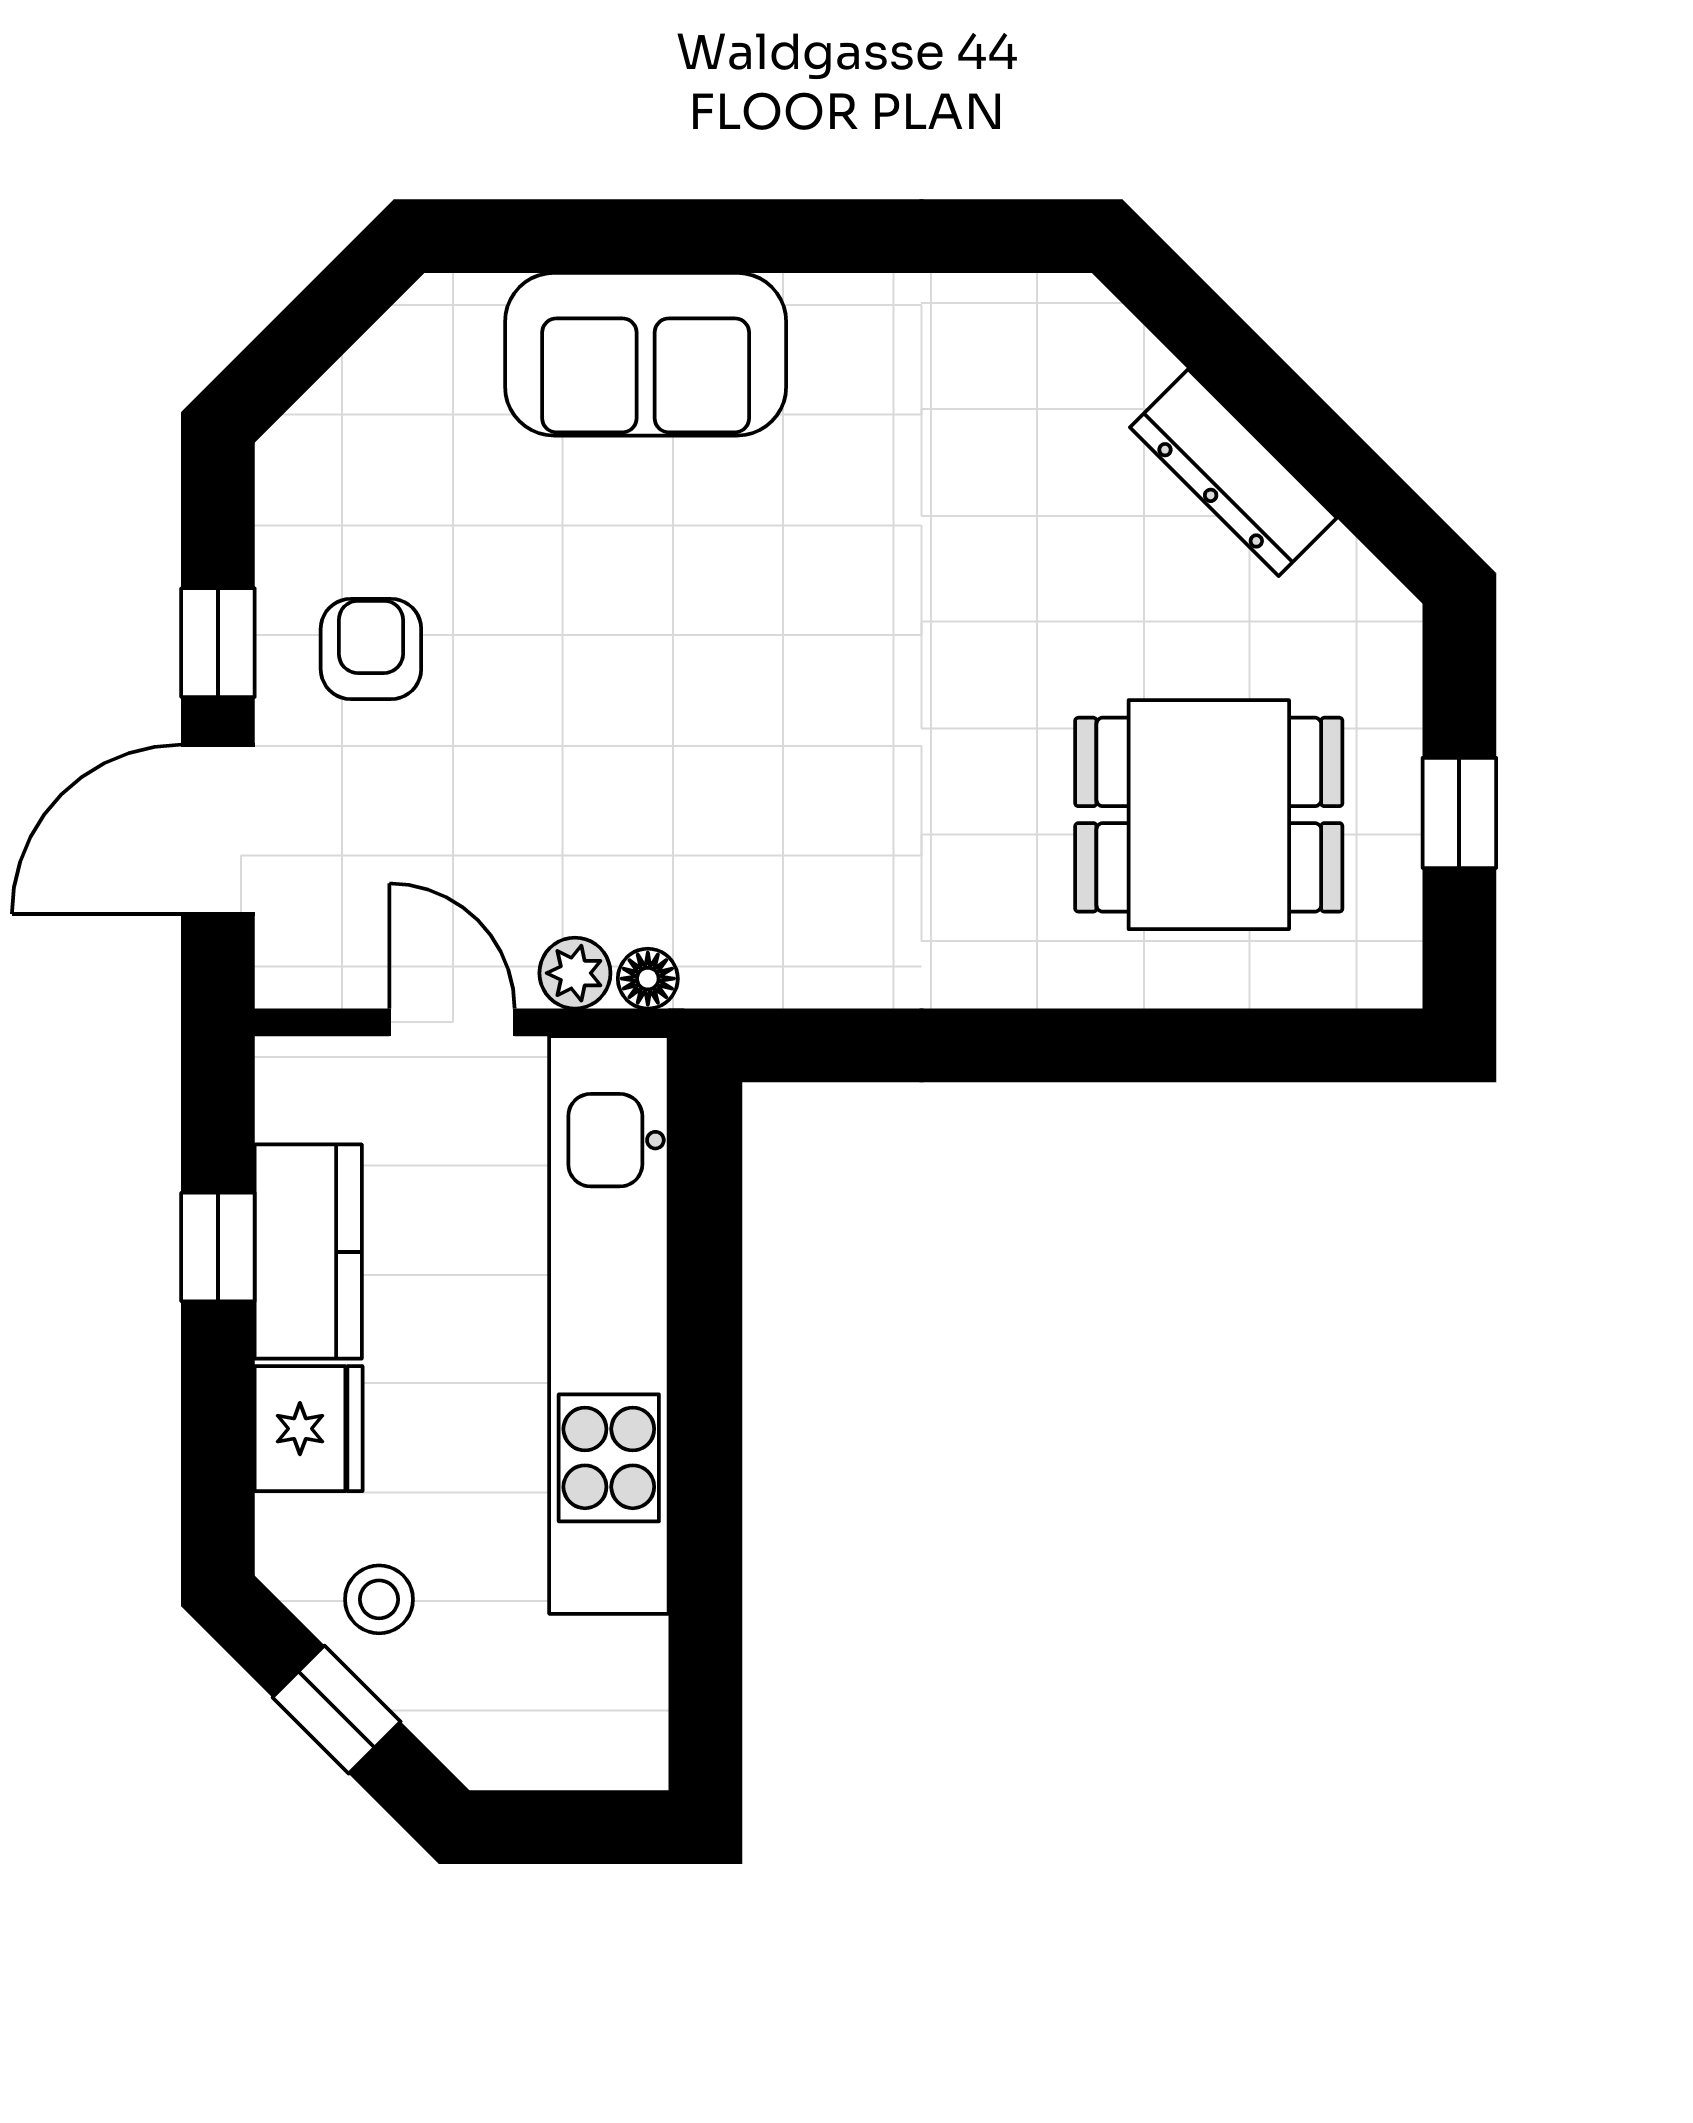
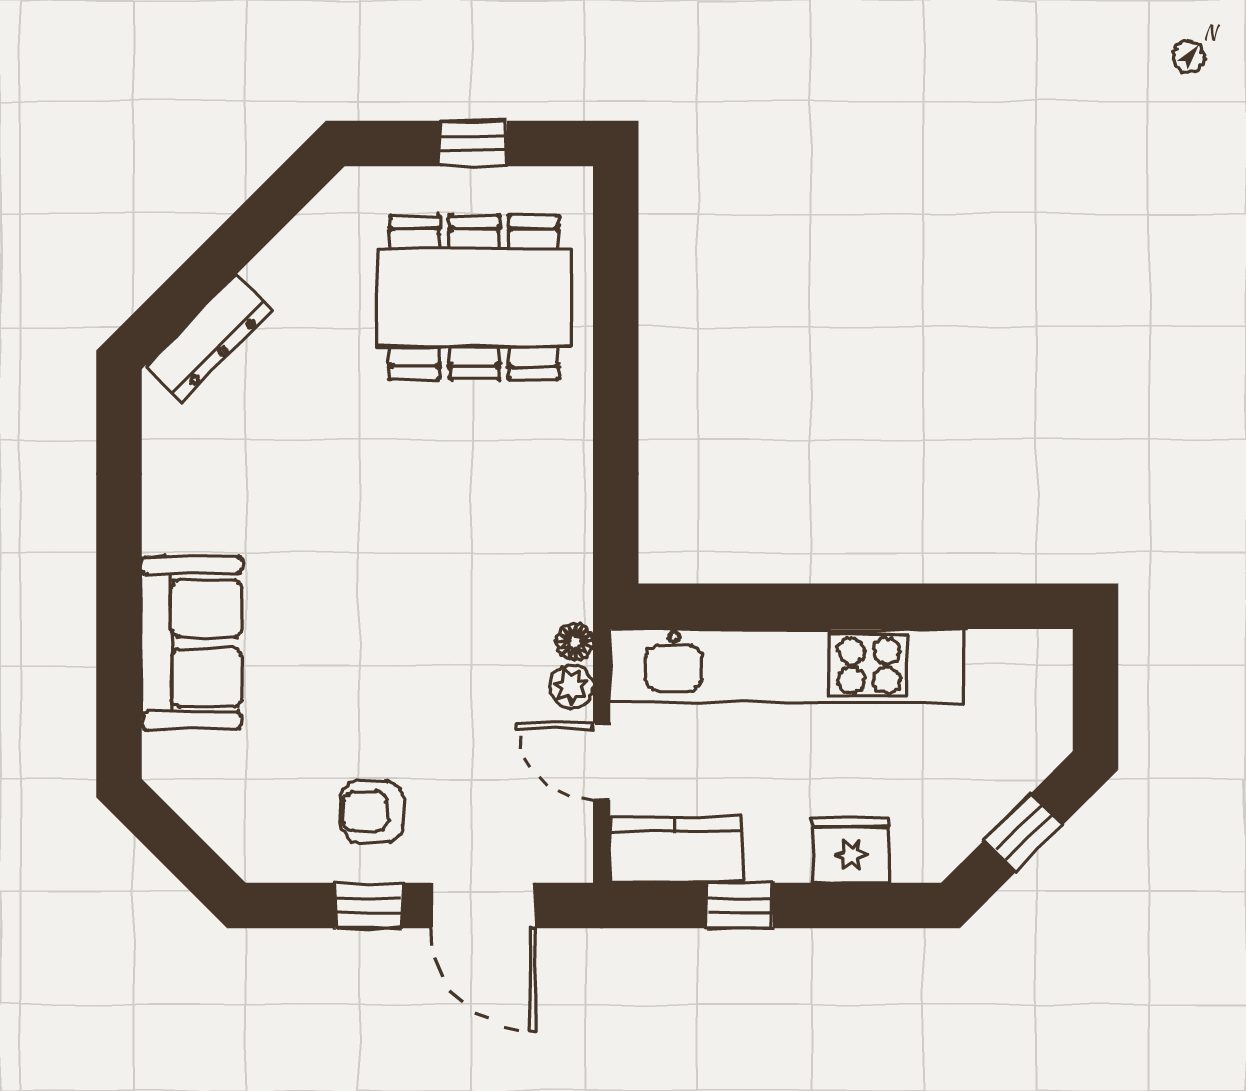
dresser: (1233, 473) -> (209, 338), moved
dining table: (1209, 815) -> (474, 297), width x1.38
door: (452, 1022) -> (602, 762), hinge flipped
kitchen counter: (308, 1252) -> (676, 850), moved
stool: (379, 1599) -> (956, 807), removed

